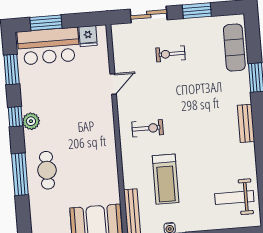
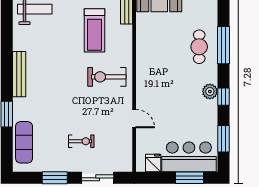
door: (113, 84) -> (134, 119), swing flipped
bench: (246, 123) -> (19, 74), width x1.36
exercise bike: (148, 128) -> (107, 77), width x1.38, depth x1.39
treadmill: (166, 179) -> (94, 30), turned 180

